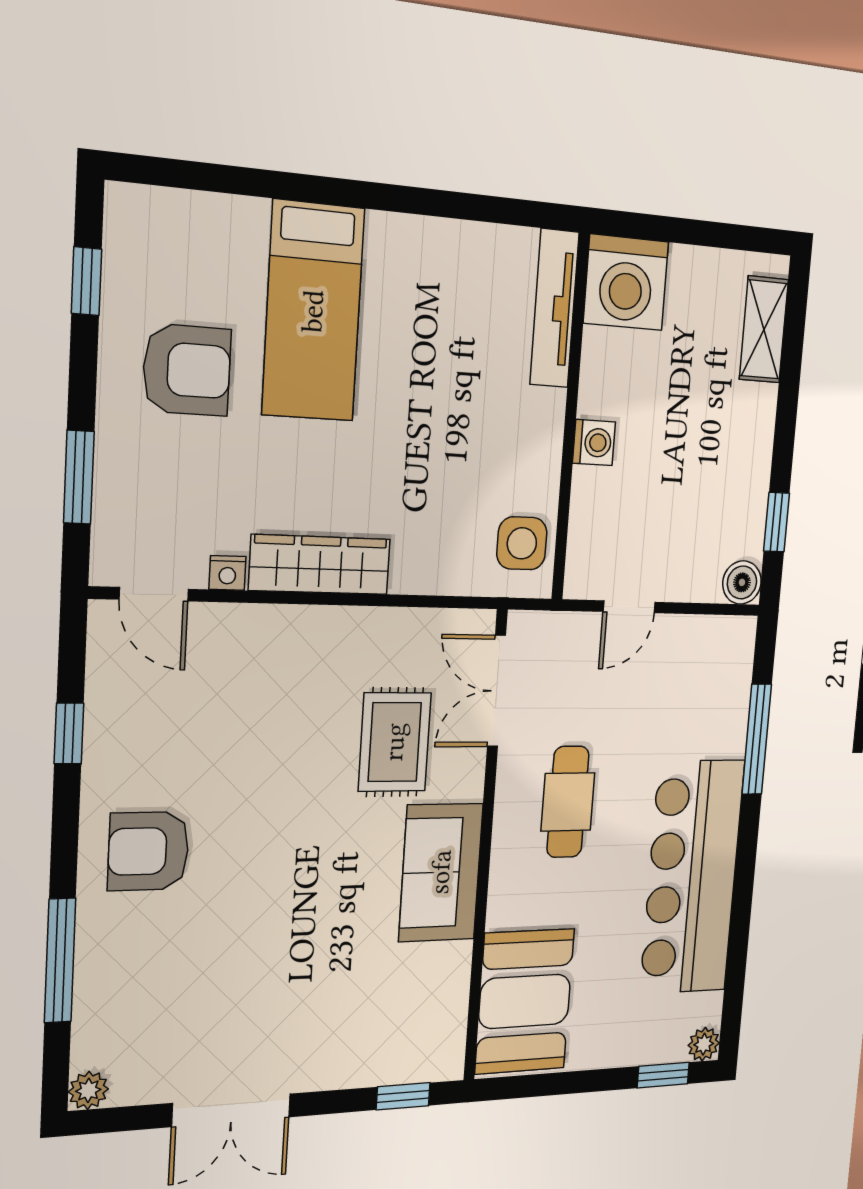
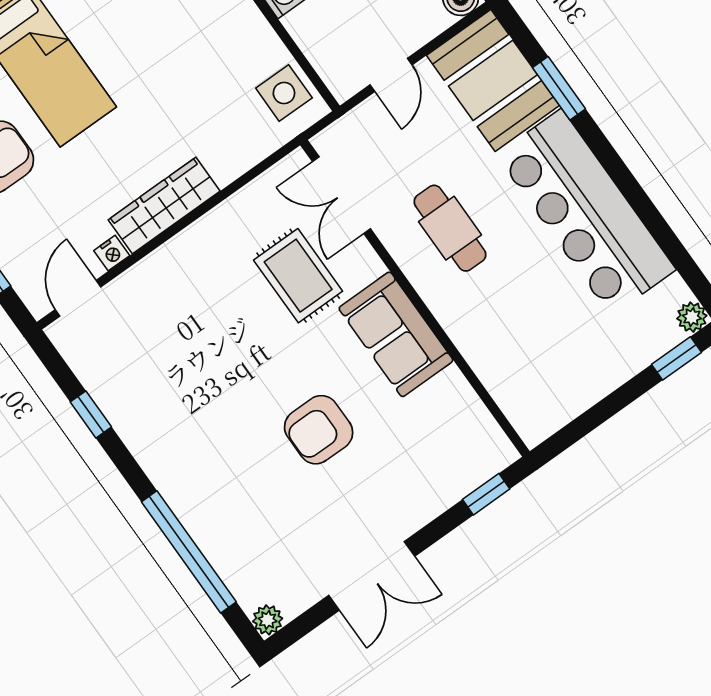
door: (154, 594) -> (78, 298), swing flipped
window: (757, 739) -> (559, 88), width x0.69
armchair: (149, 851) -> (319, 430), moved
window: (60, 961) -> (189, 552), width x1.46
booth: (525, 1001) -> (493, 80), moved

